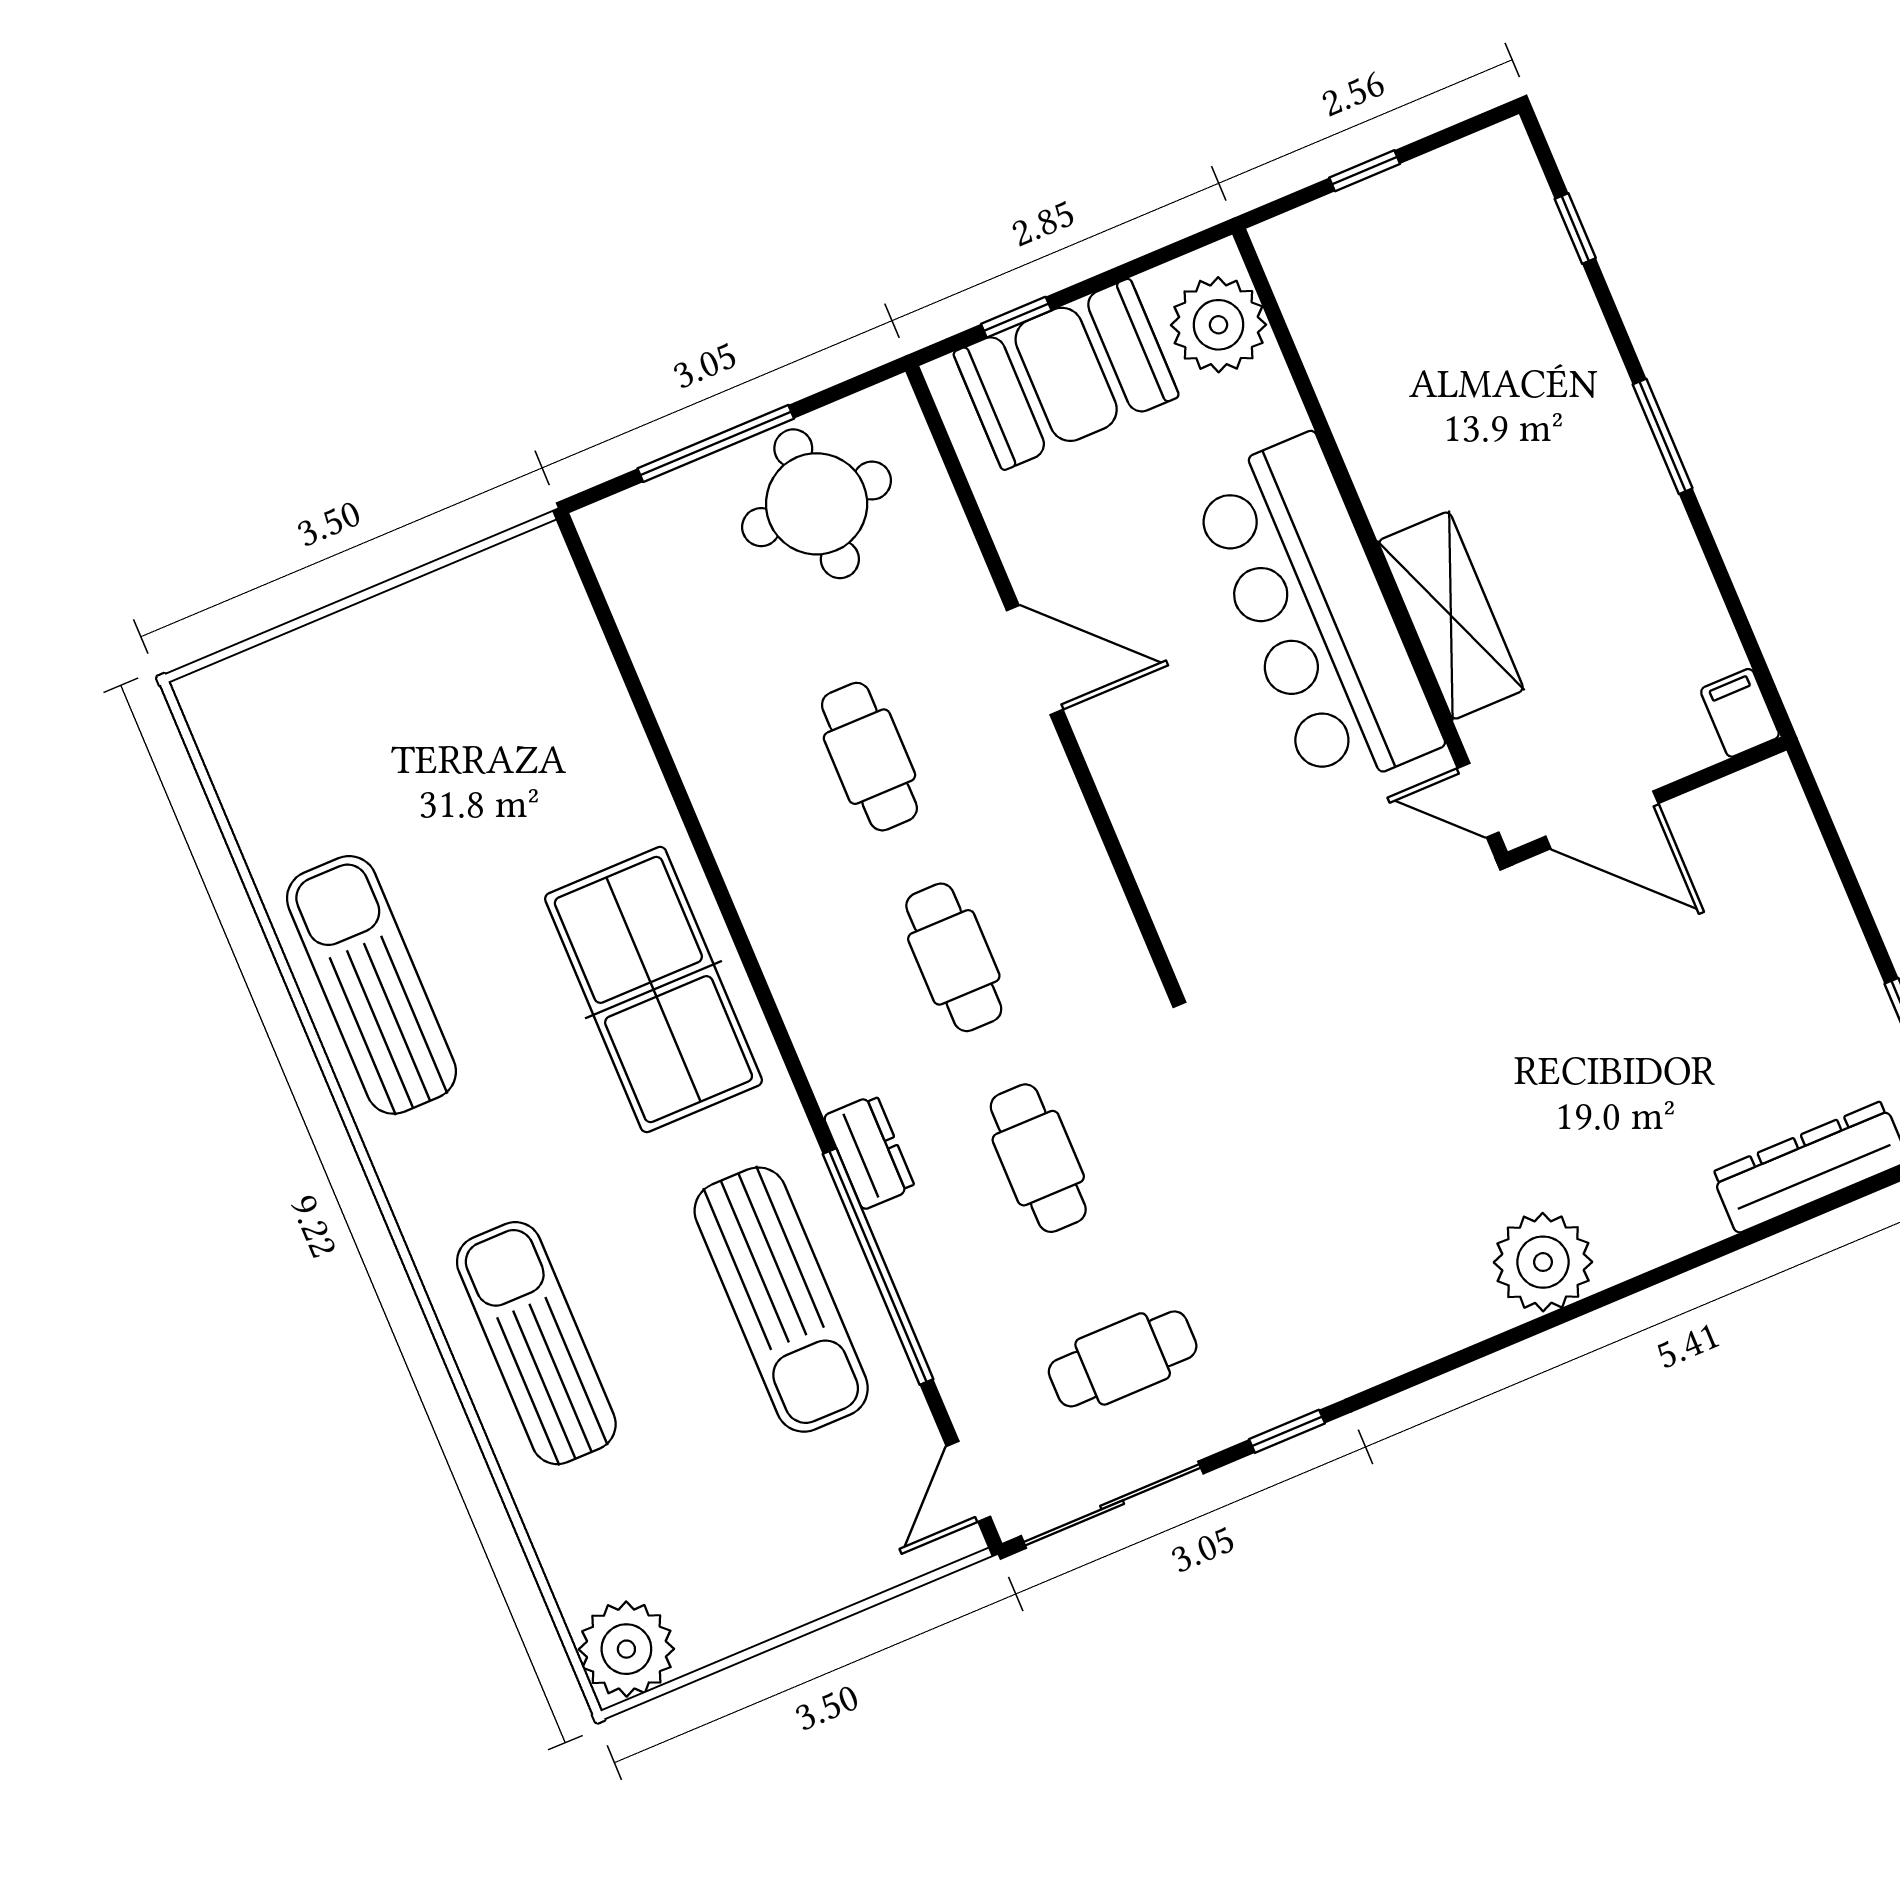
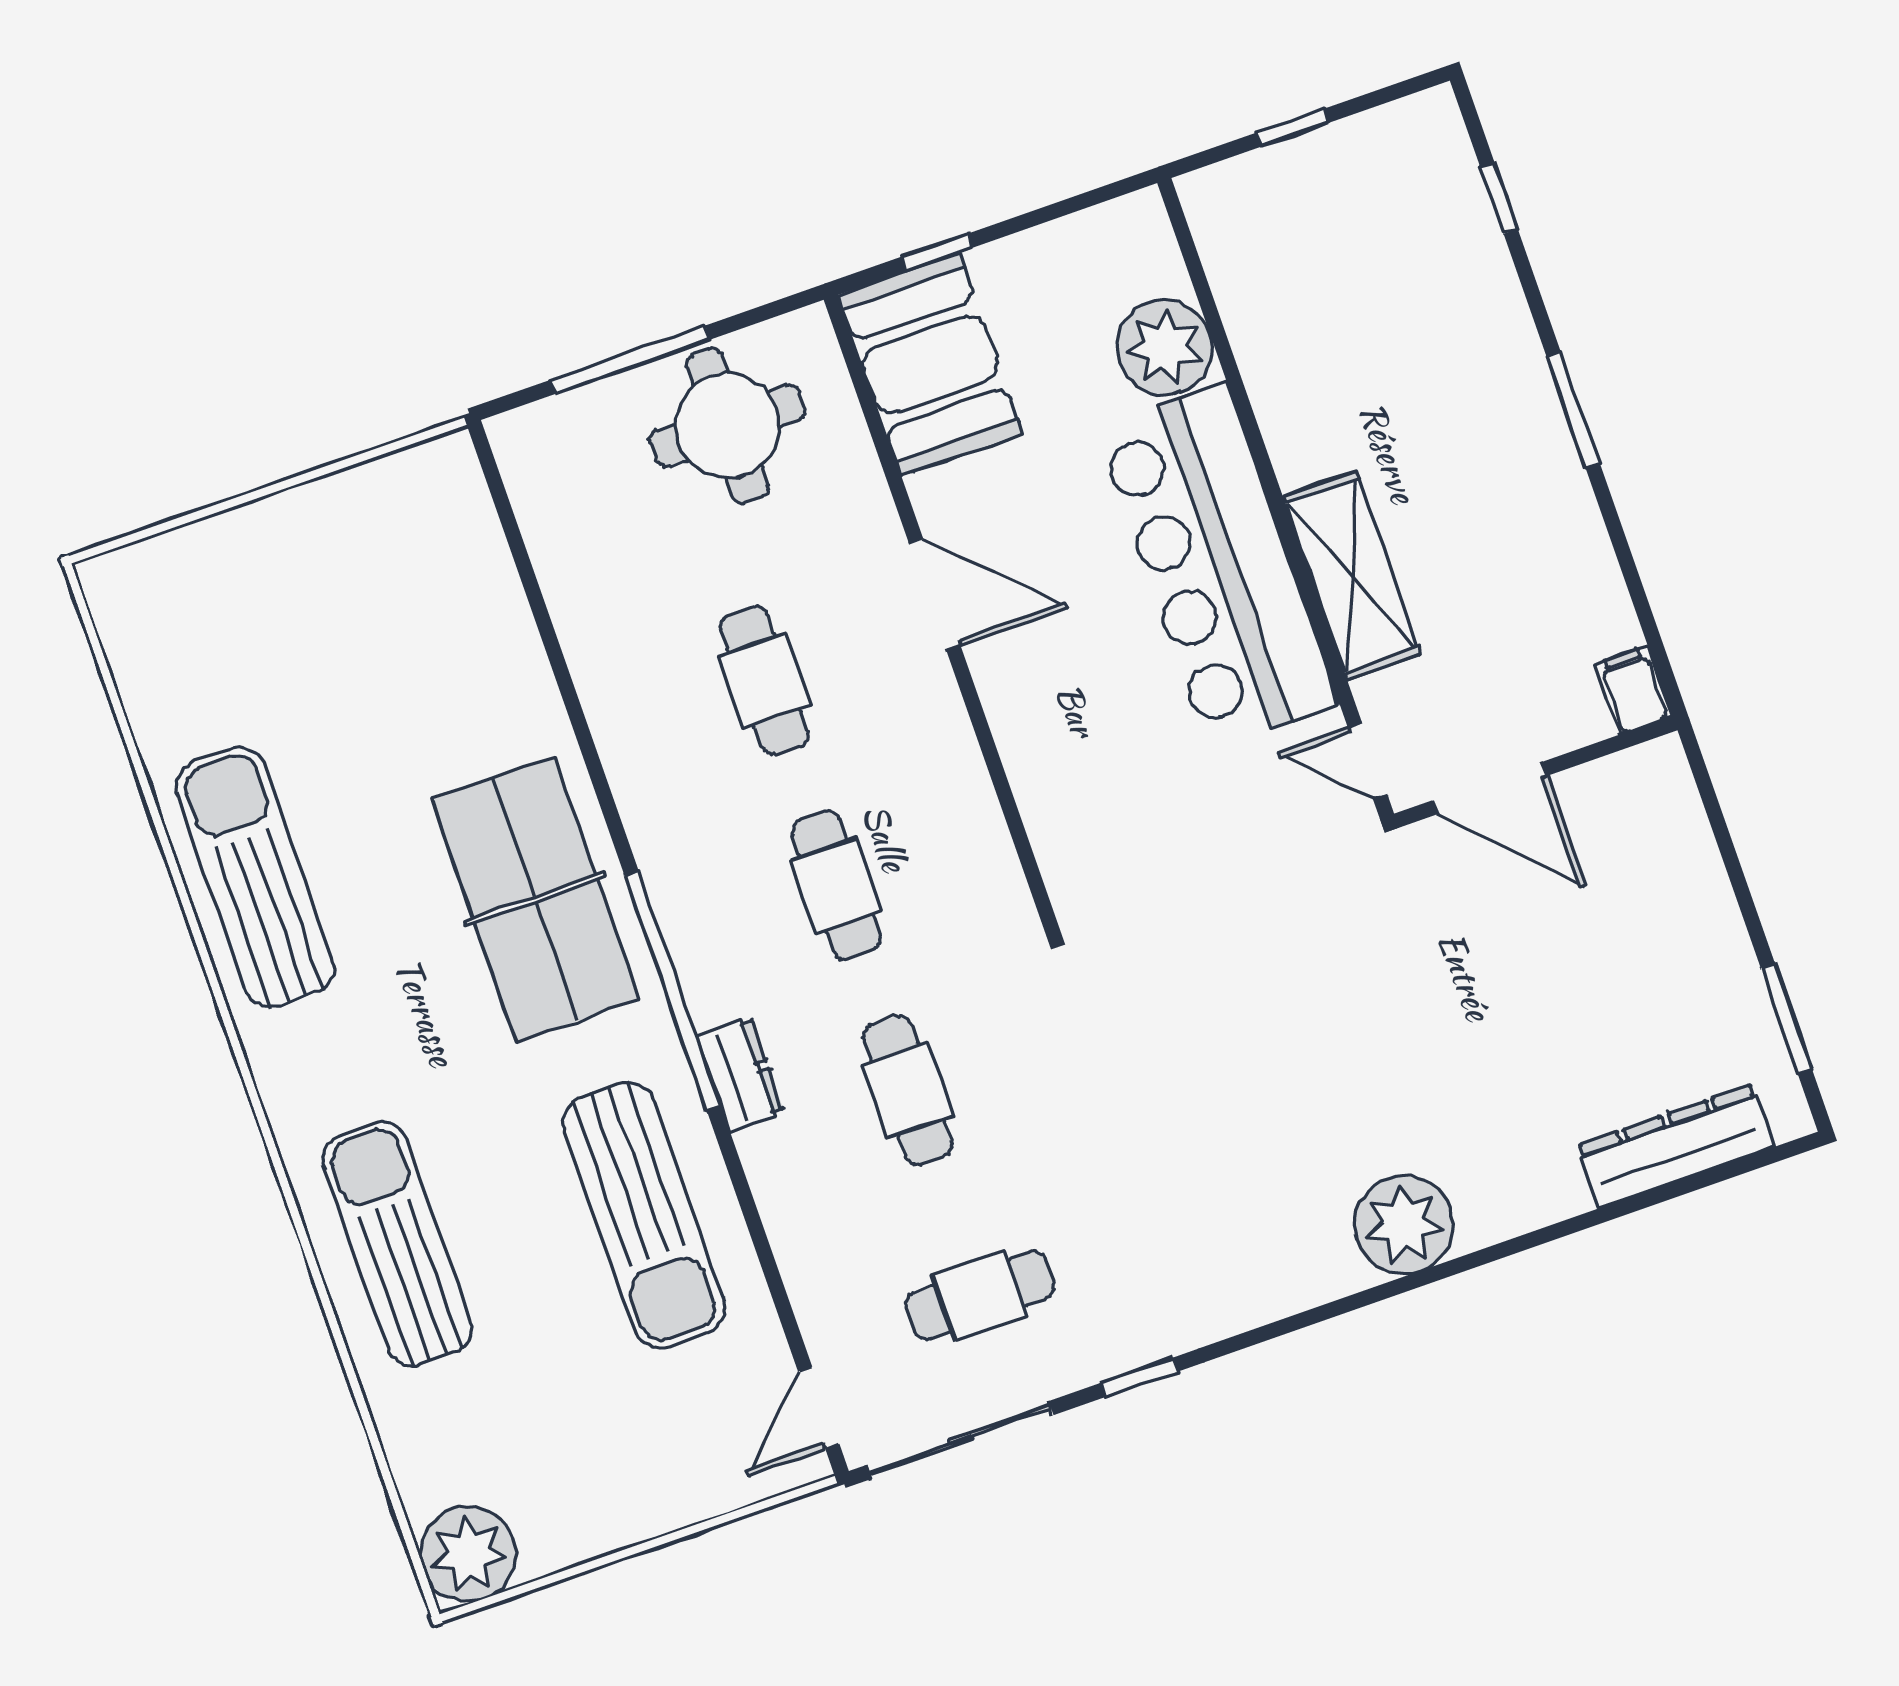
plant: (1218, 325) -> (1165, 348), moved
booth: (1066, 374) -> (930, 364), moved, turned 90
window: (878, 1267) -> (673, 991), moved

